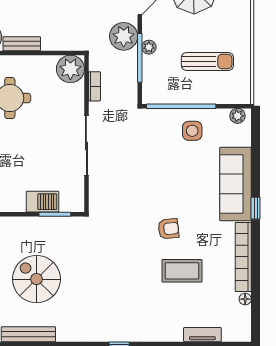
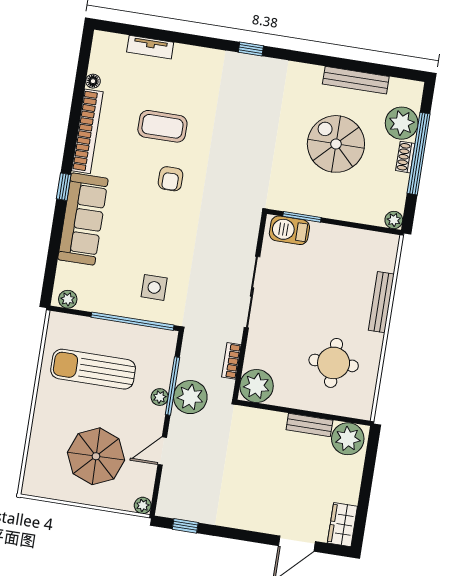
plant: (124, 36) -> (190, 397), moved
sun lounger: (207, 61) -> (93, 369), width x1.36, depth x1.34
side table: (192, 131) -> (154, 287), moved
barbecue: (42, 202) -> (289, 230), moved
armchair: (168, 229) -> (171, 179), turned -84
spiral stairs: (36, 279) -> (336, 144), turned 180

